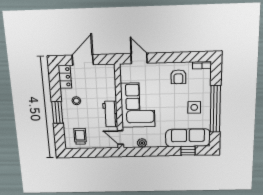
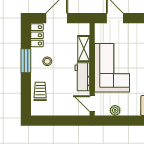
shelving: (110, 88) -> (84, 49), added
window: (57, 112) -> (26, 61), moved
trolley: (80, 136) -> (40, 91), moved

